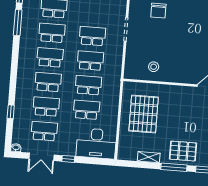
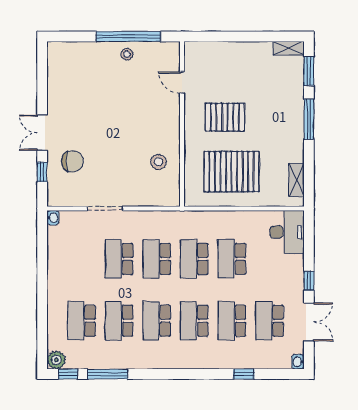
desk: (96, 143) -> (287, 232), width x0.73, depth x0.77
pallet: (183, 151) -> (225, 117), moved, turned 90
shelving: (149, 157) -> (296, 180), moved

